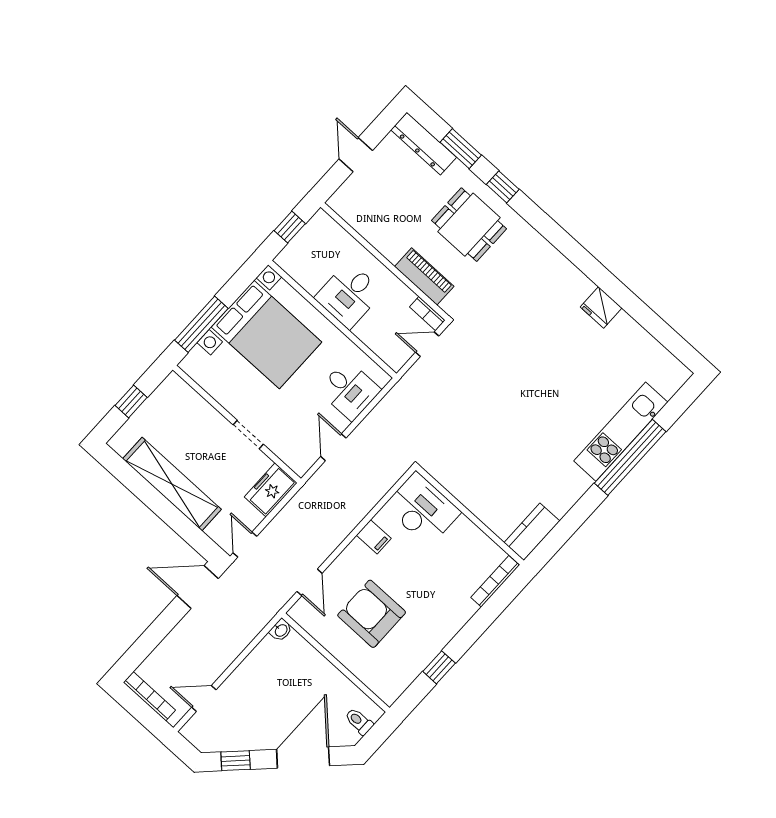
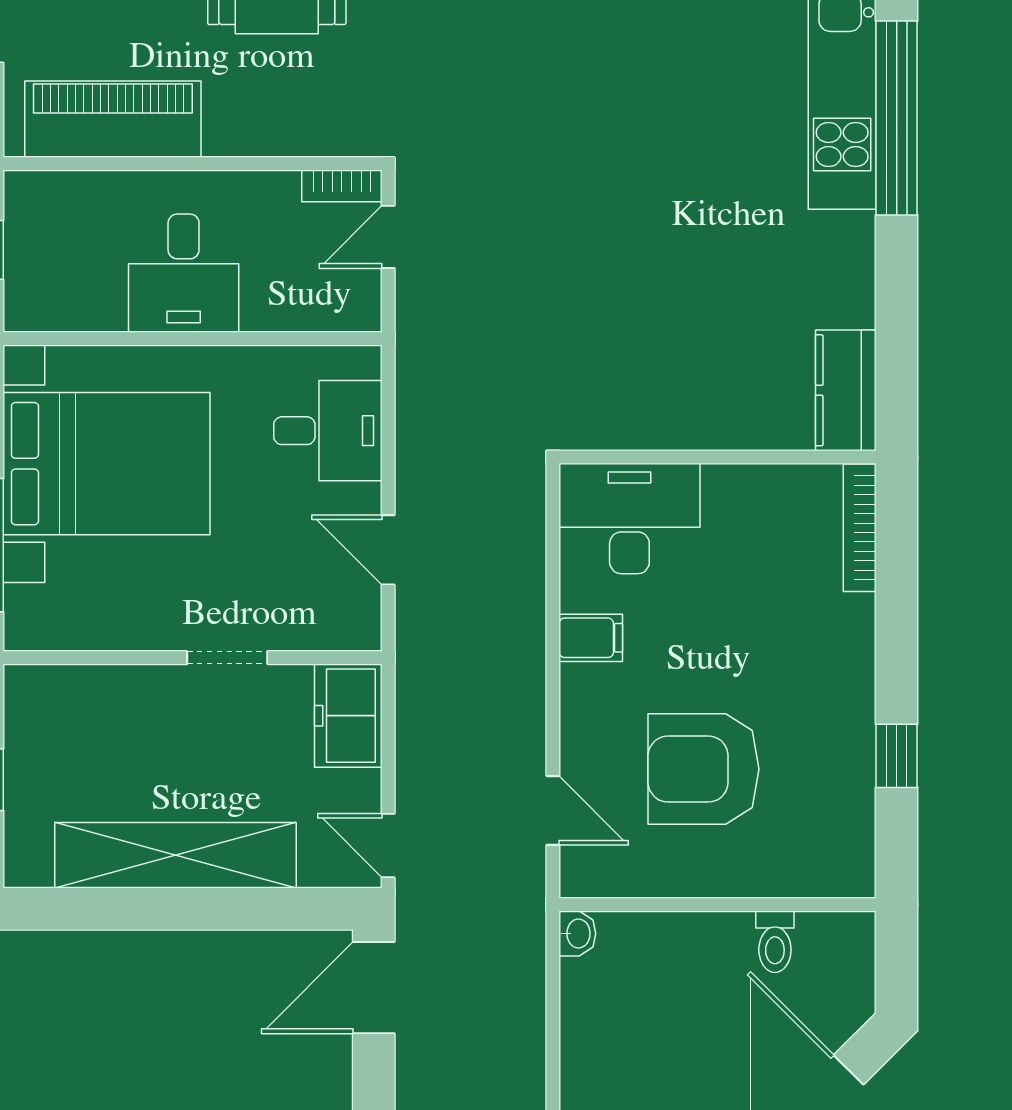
piano: (424, 276) -> (113, 119), moved, width x1.37, depth x1.33
toilet: (359, 721) -> (775, 942), moved, turned -90

